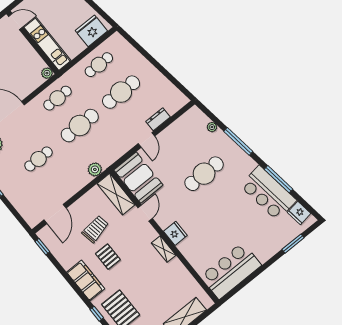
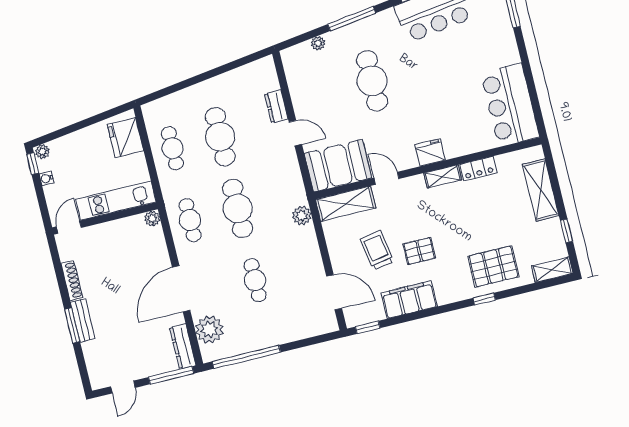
locker: (180, 270) -> (478, 169), added
filing cabinet: (86, 281) -> (409, 300), moved

